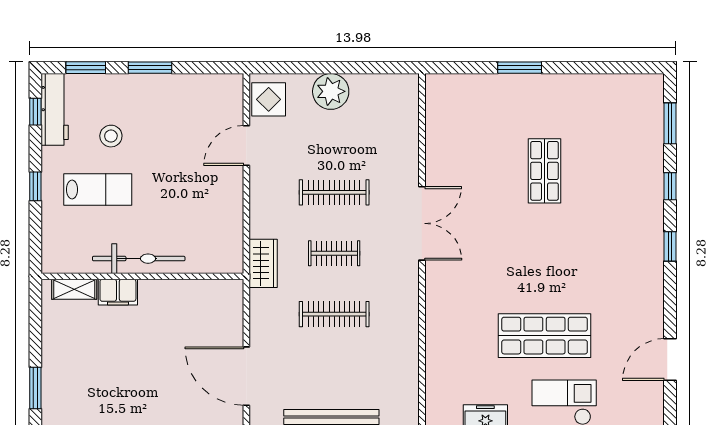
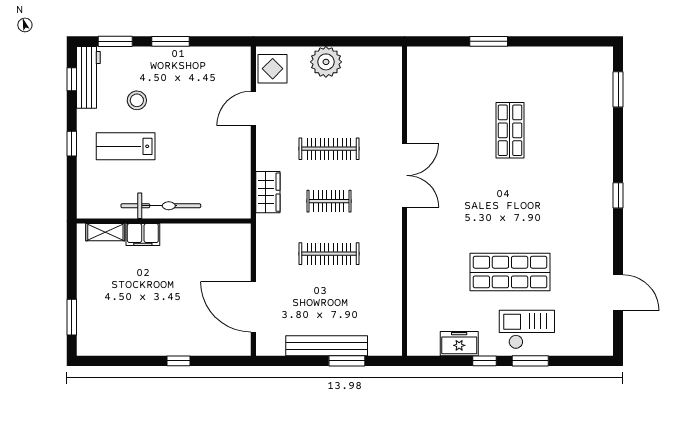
window: (670, 186) -> (618, 143), removed
lab bench: (98, 190) -> (126, 146), turned 180
wardrobe: (263, 263) -> (268, 192), moved
door: (670, 360) -> (618, 293), swing flipped

